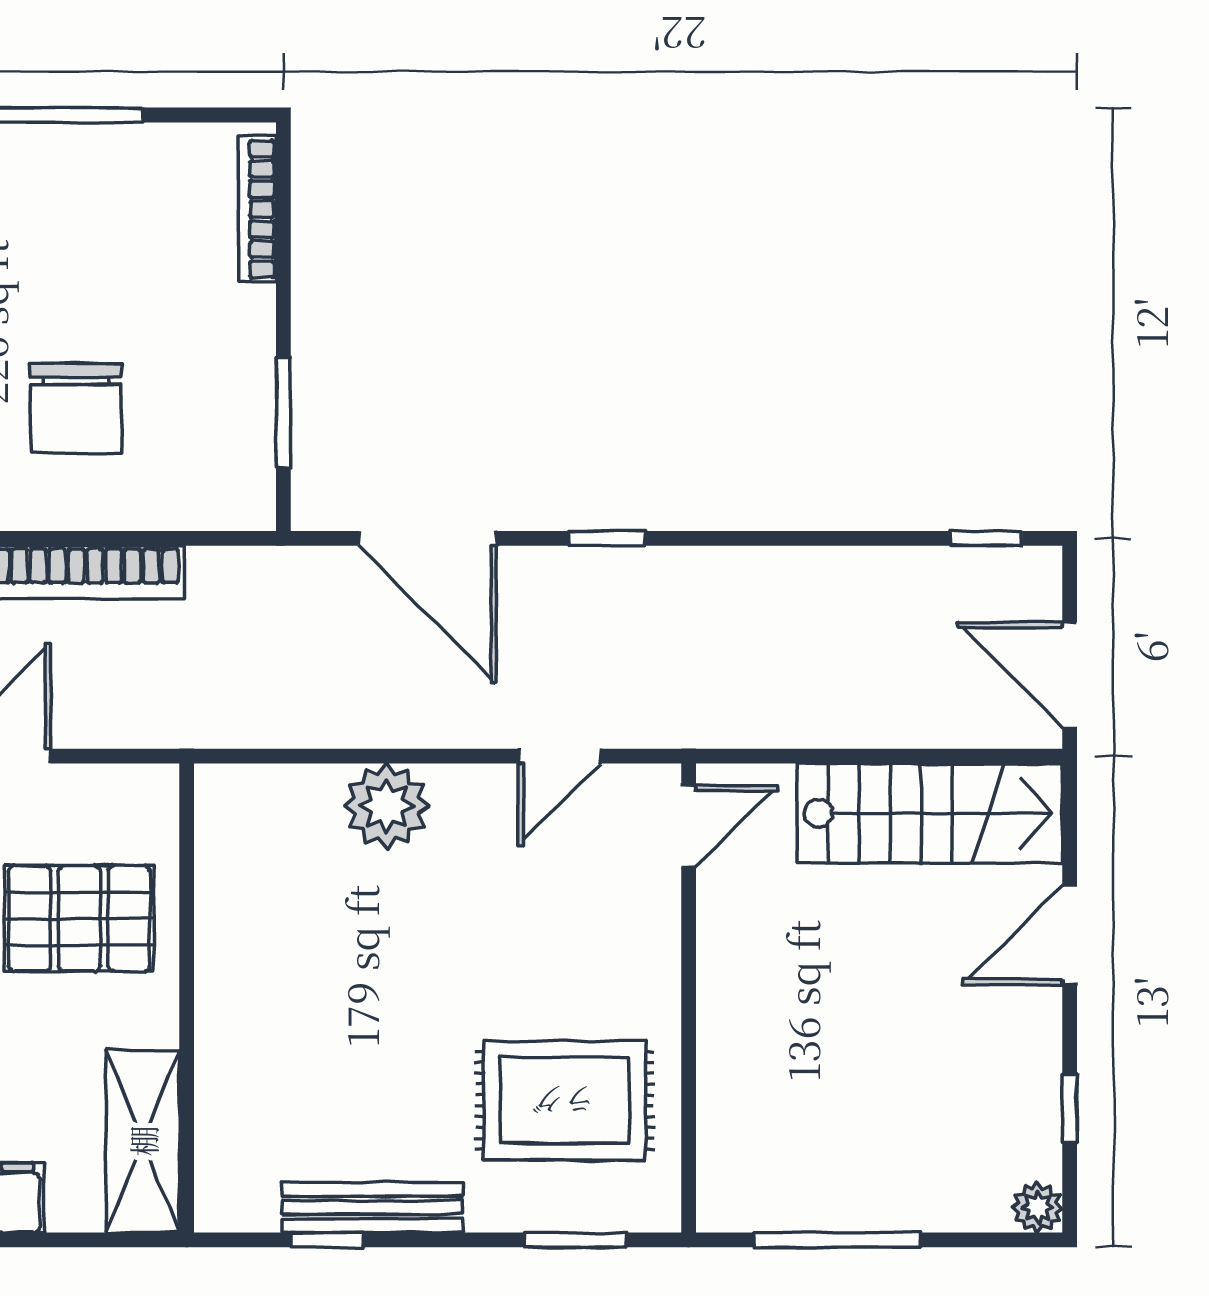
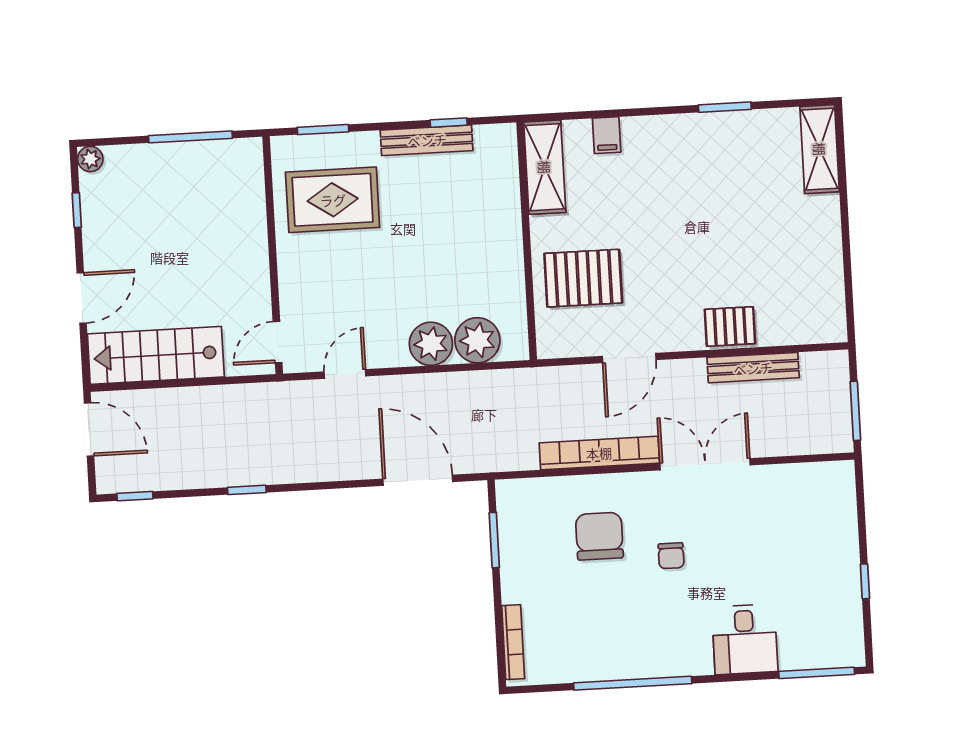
window: (606, 538) -> (247, 490), moved
plant: (295, 808) -> (477, 340), added

